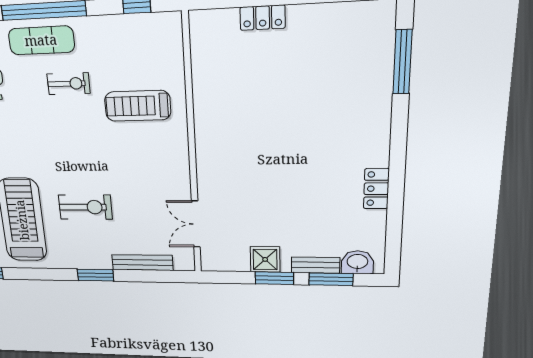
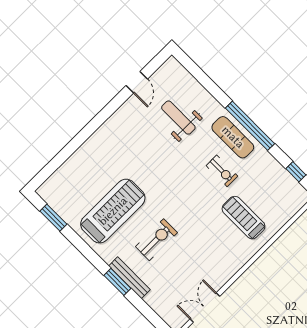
exercise bike: (85, 207) -> (156, 240), turned -90
bench: (142, 263) -> (129, 278), moved

